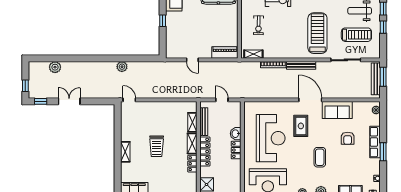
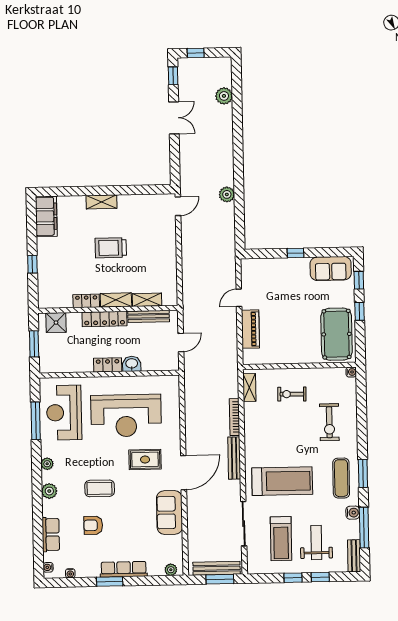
piano: (225, 53) -> (250, 329), moved
armchair: (348, 138) -> (93, 525), moved

